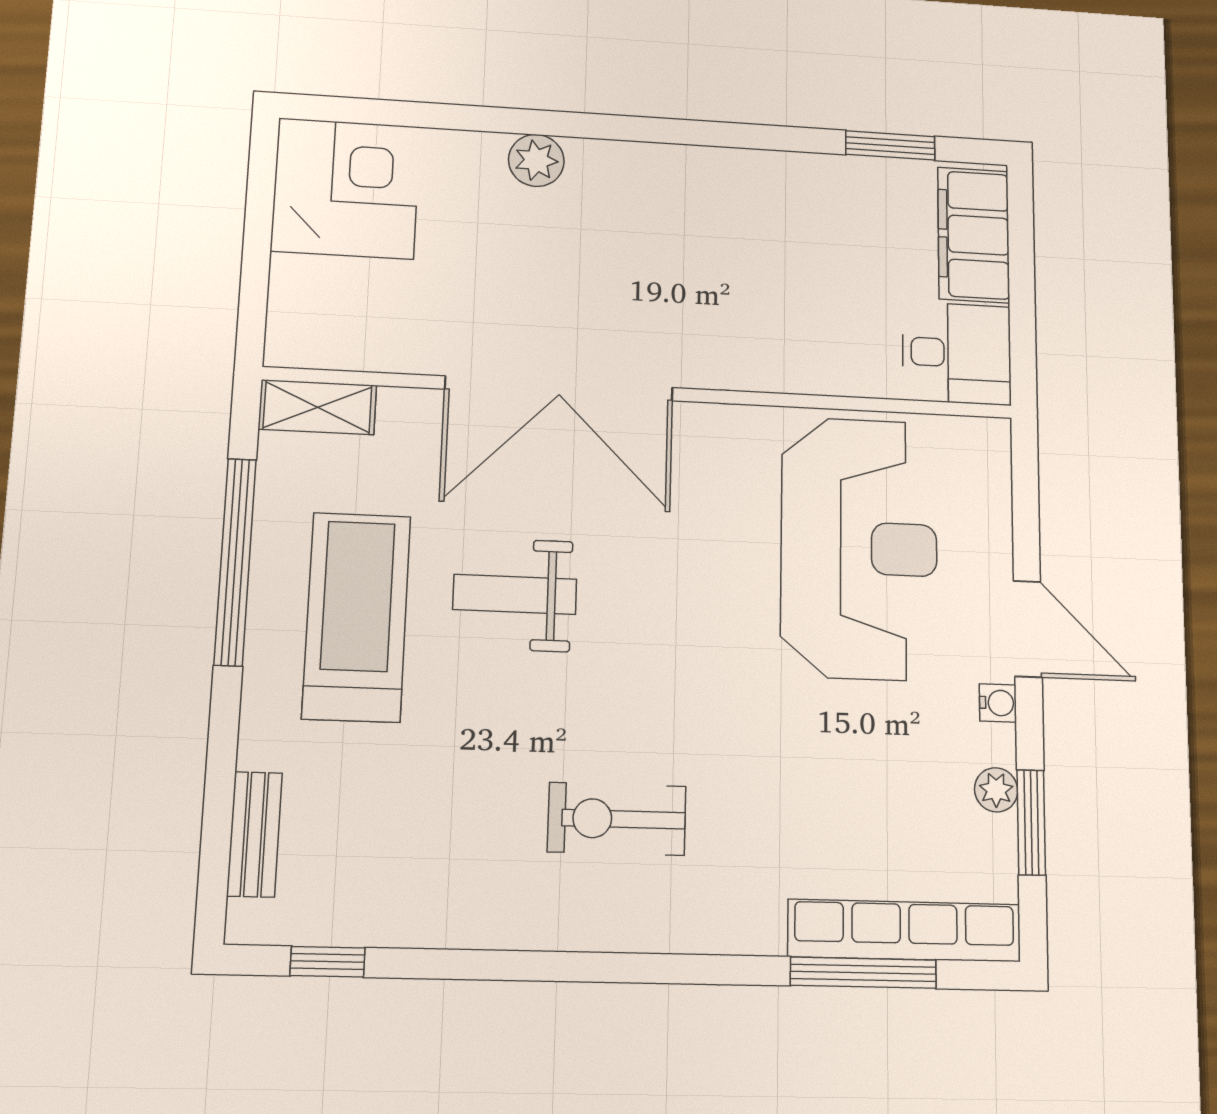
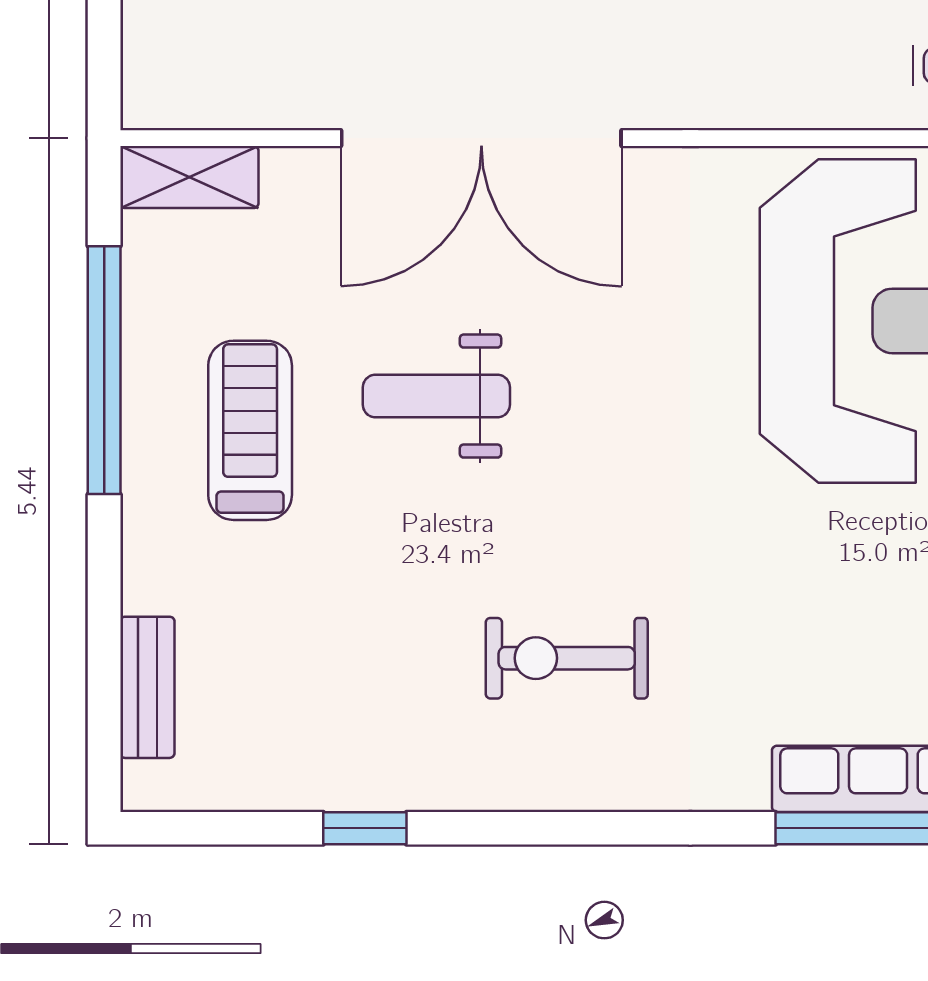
treadmill: (357, 617) -> (250, 430), width x0.73, depth x0.73
window: (328, 962) -> (365, 828), moved

